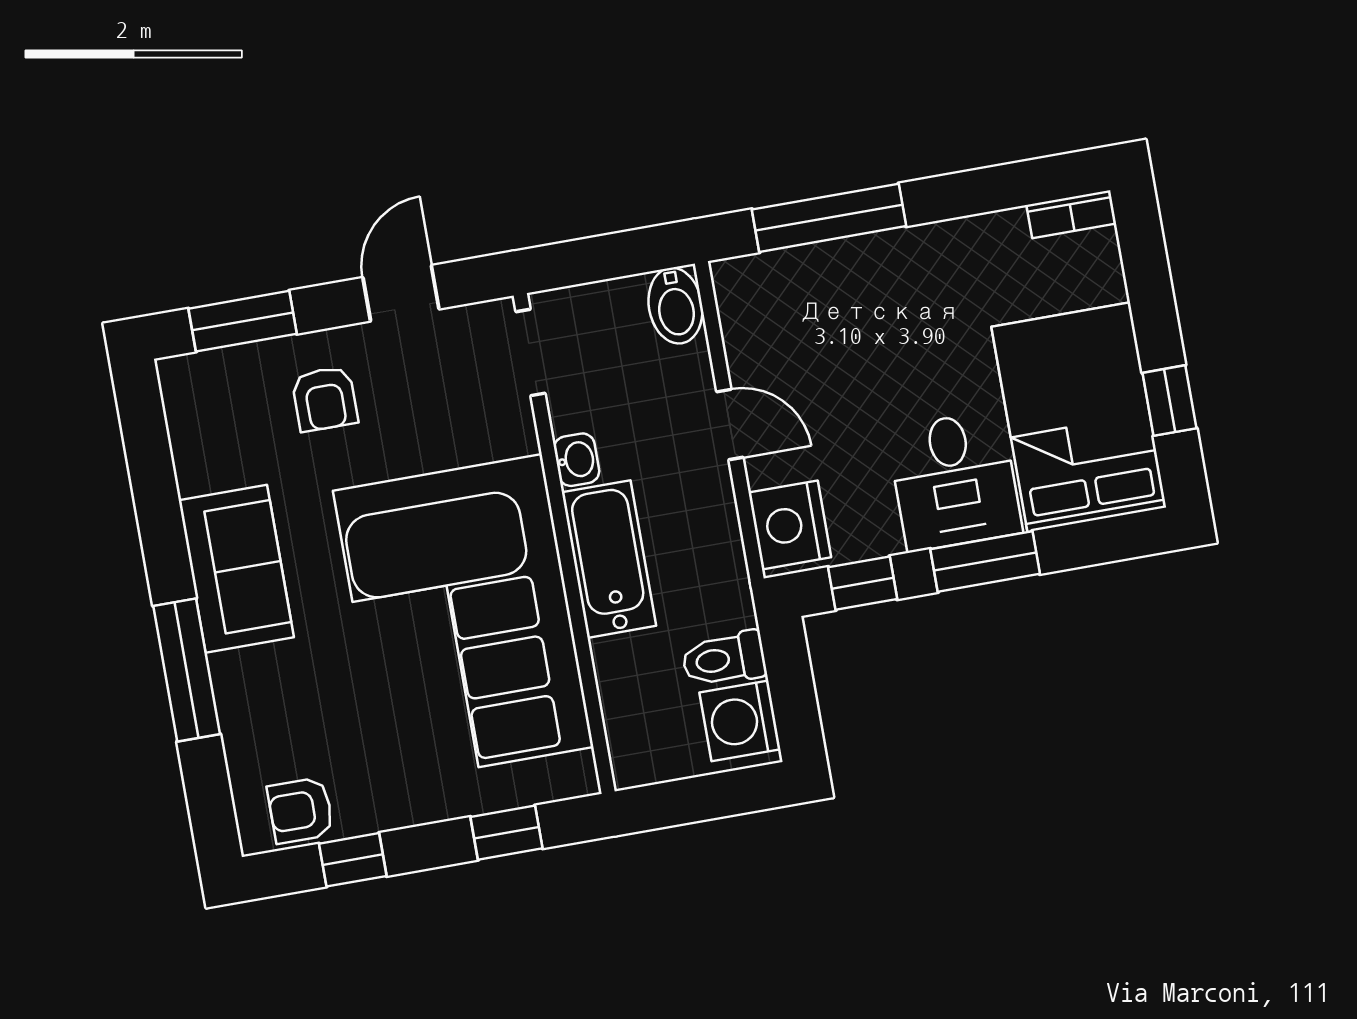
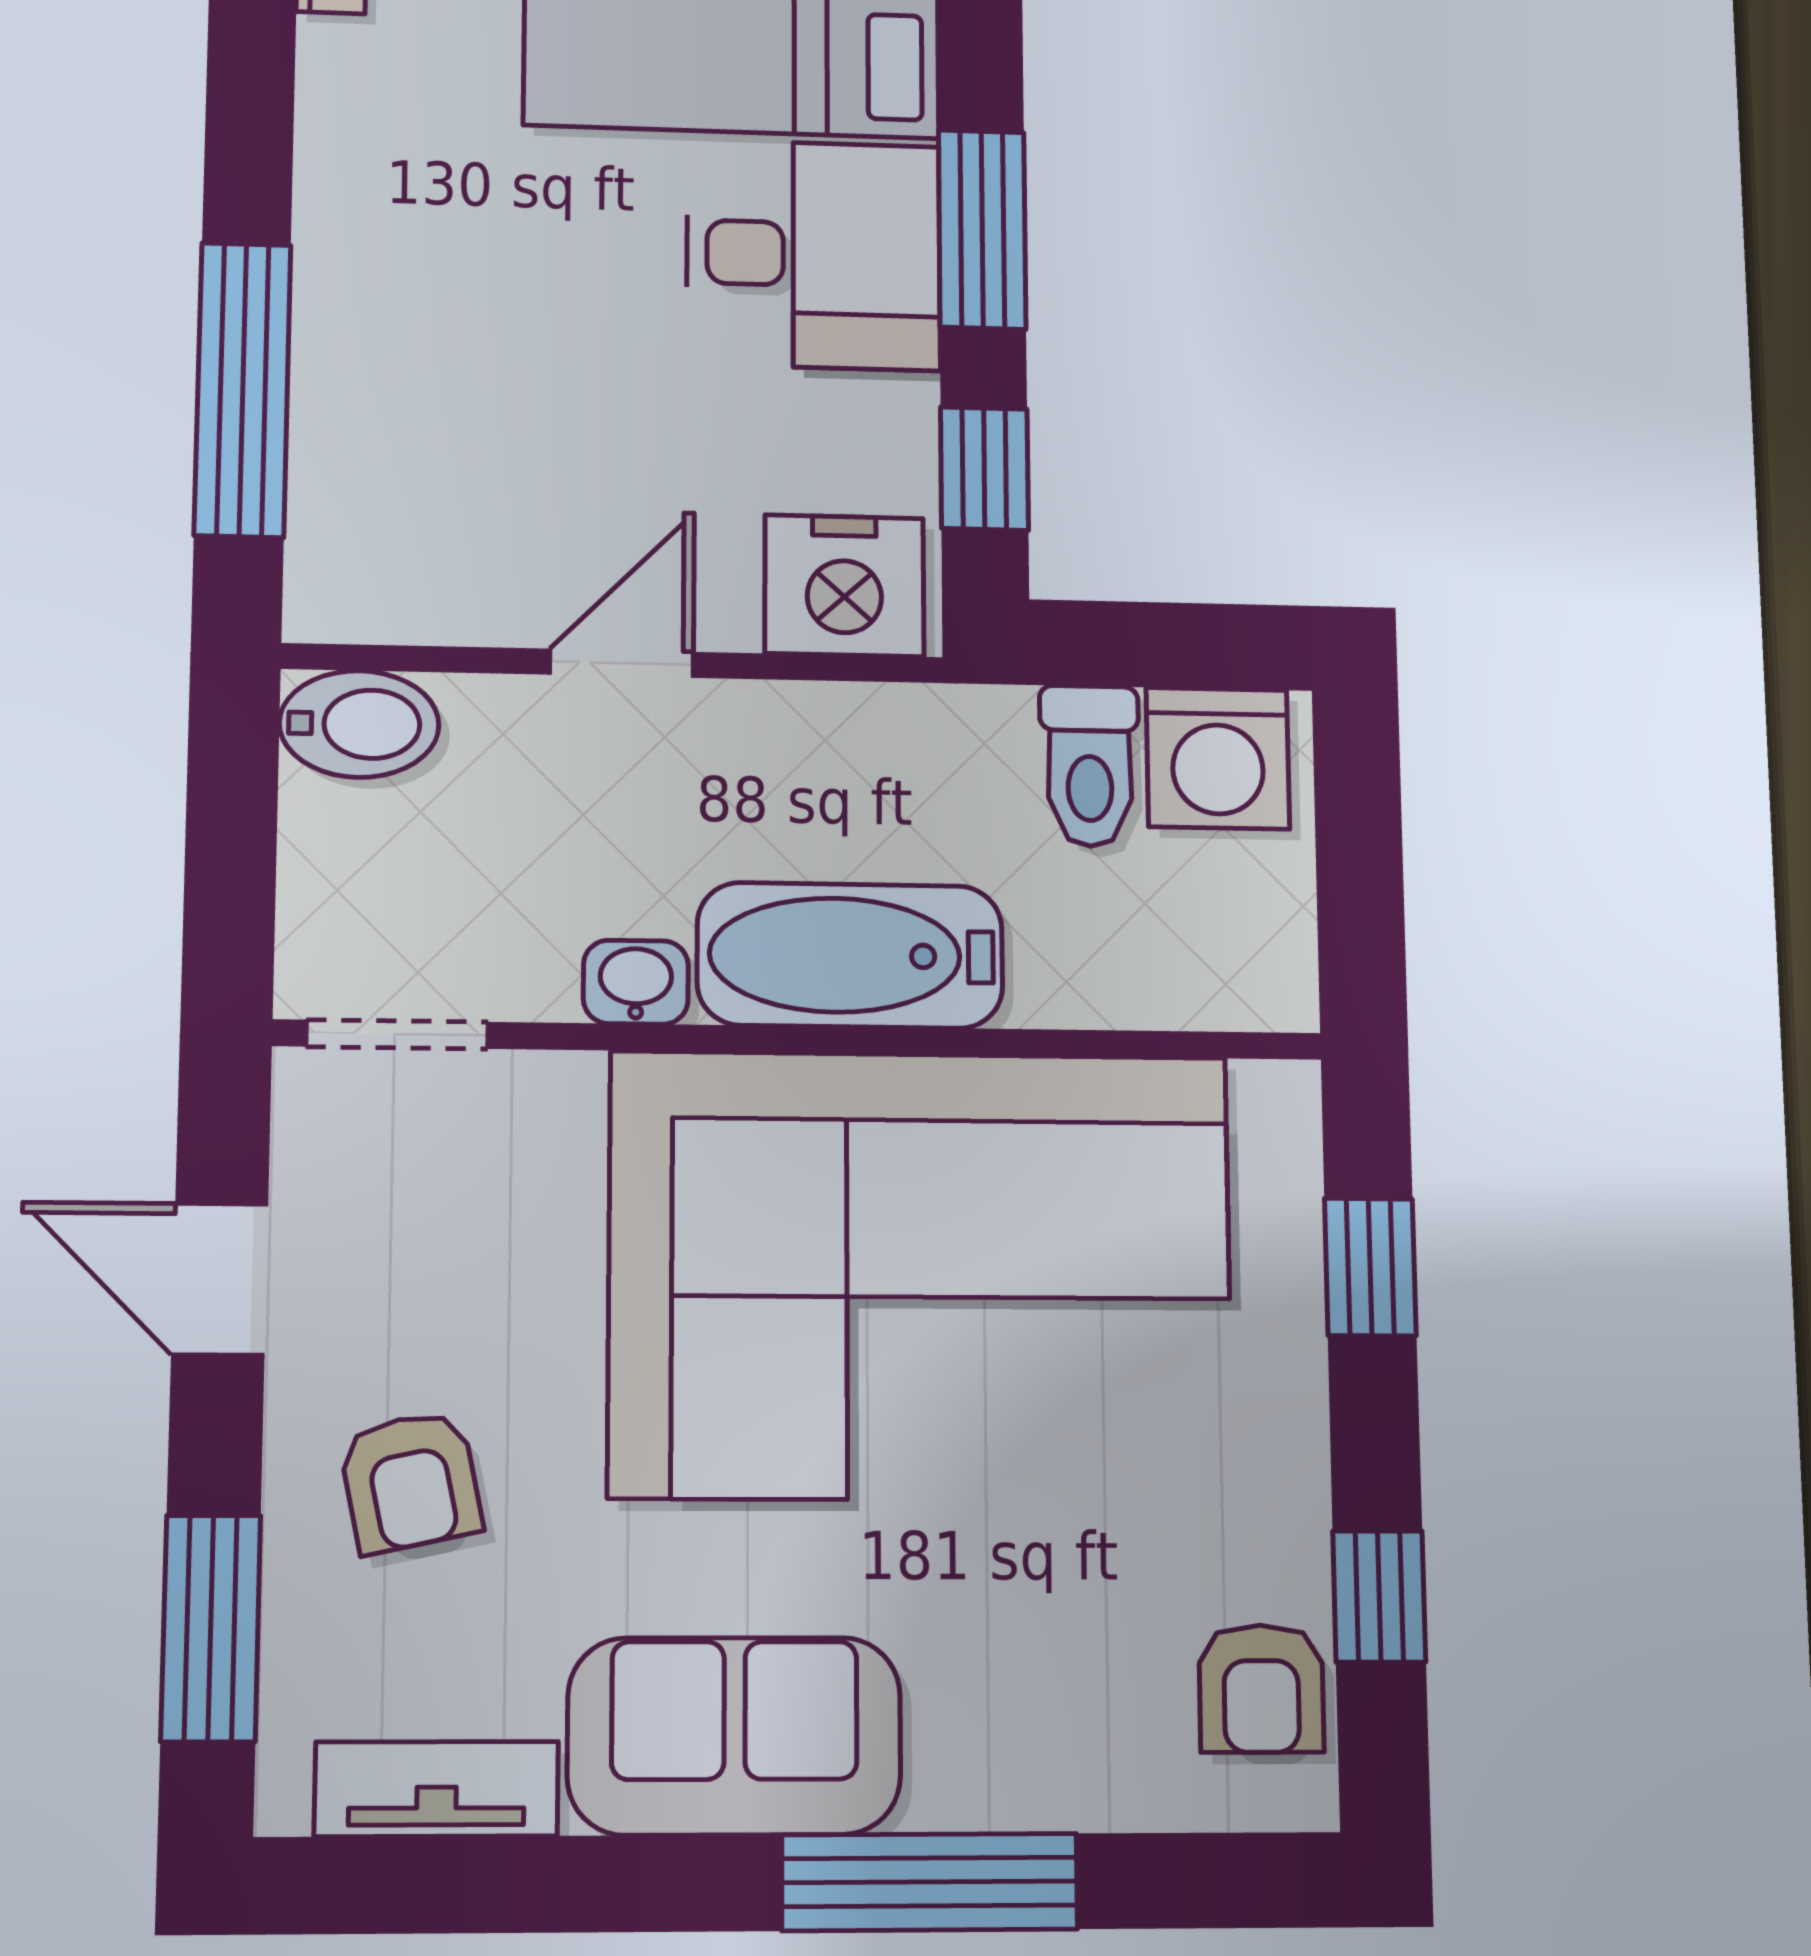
armchair: (325, 399) -> (411, 1482), turned 78
tv unit: (189, 437) -> (437, 1789), added

